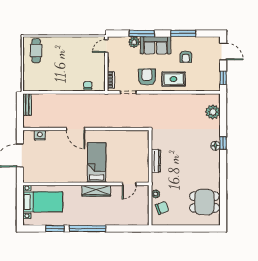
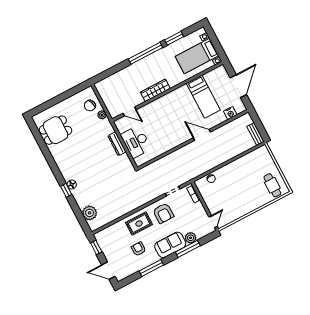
desk: (138, 154) -> (136, 142), added
bed: (97, 163) -> (203, 97), moved
door: (129, 184) -> (130, 111), swing flipped

